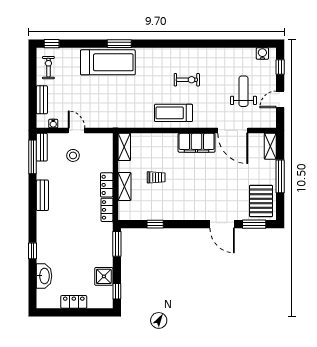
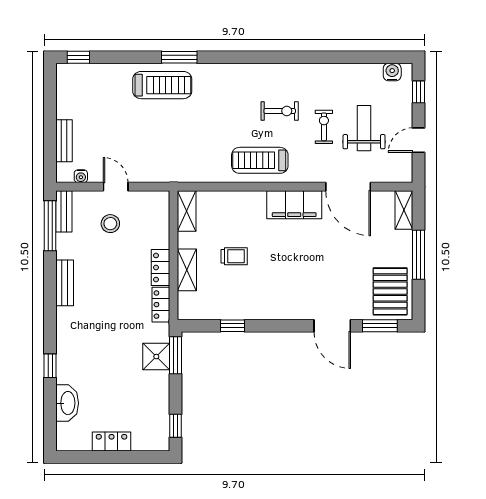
treadmill: (108, 62) -> (162, 85), width x0.73, depth x0.73
exercise bike: (48, 68) -> (324, 127), moved
shower: (104, 276) -> (156, 357), moved

